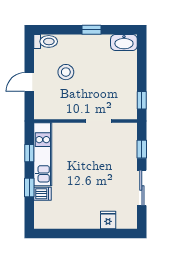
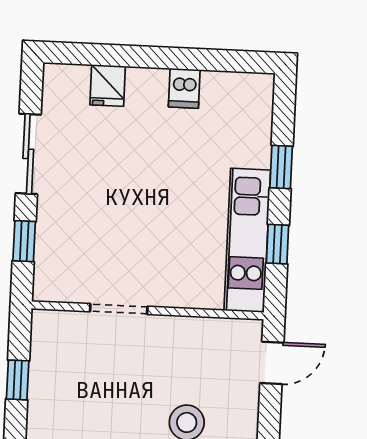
door: (29, 82) -> (272, 363), moved
window: (142, 100) -> (18, 380), moved
dishwasher: (42, 194) -> (184, 88), moved, turned -90

